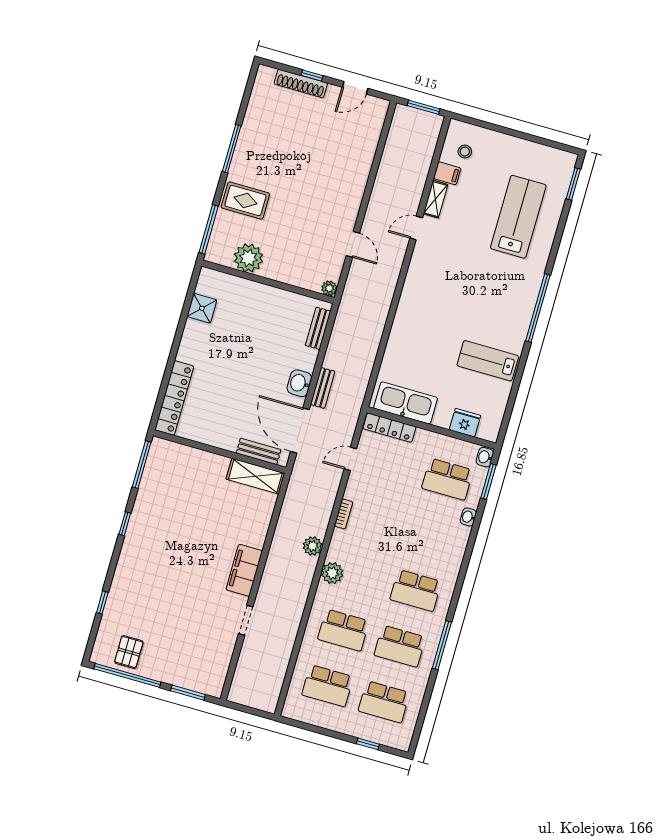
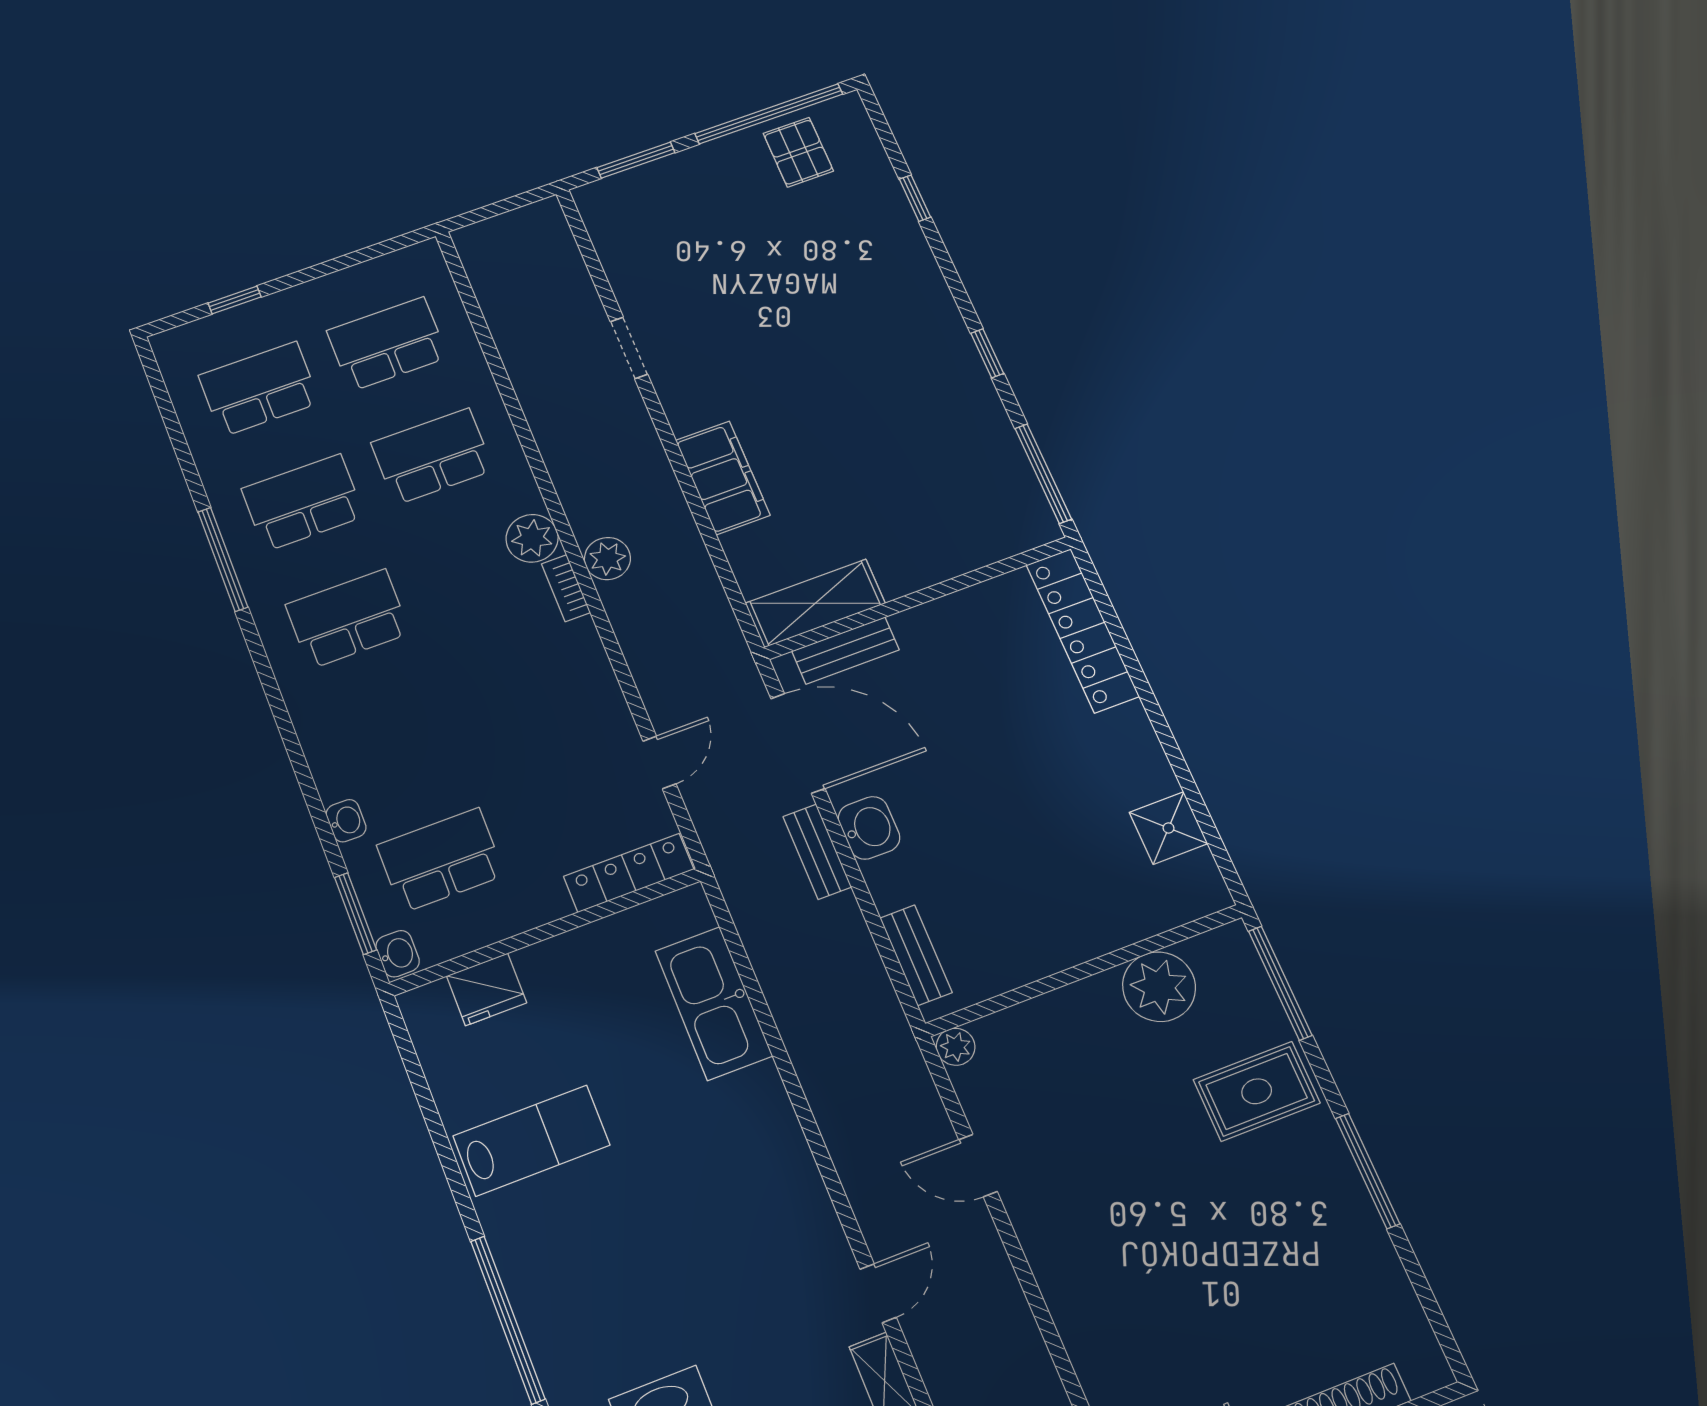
kitchen sink: (406, 403) -> (714, 1003), moved, turned 90
bookcase: (344, 514) -> (566, 588), moved
filing cabinet: (244, 570) -> (723, 478), moved

